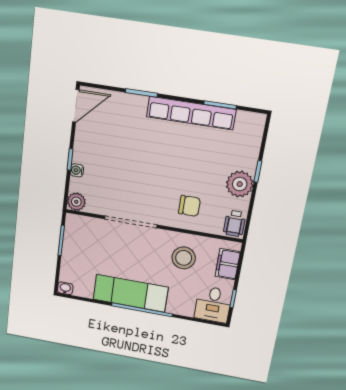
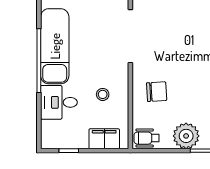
chair: (189, 206) -> (157, 92), turned -93
stool: (184, 258) -> (103, 94), width x0.53, depth x0.53
desk: (213, 304) -> (59, 102), moved

